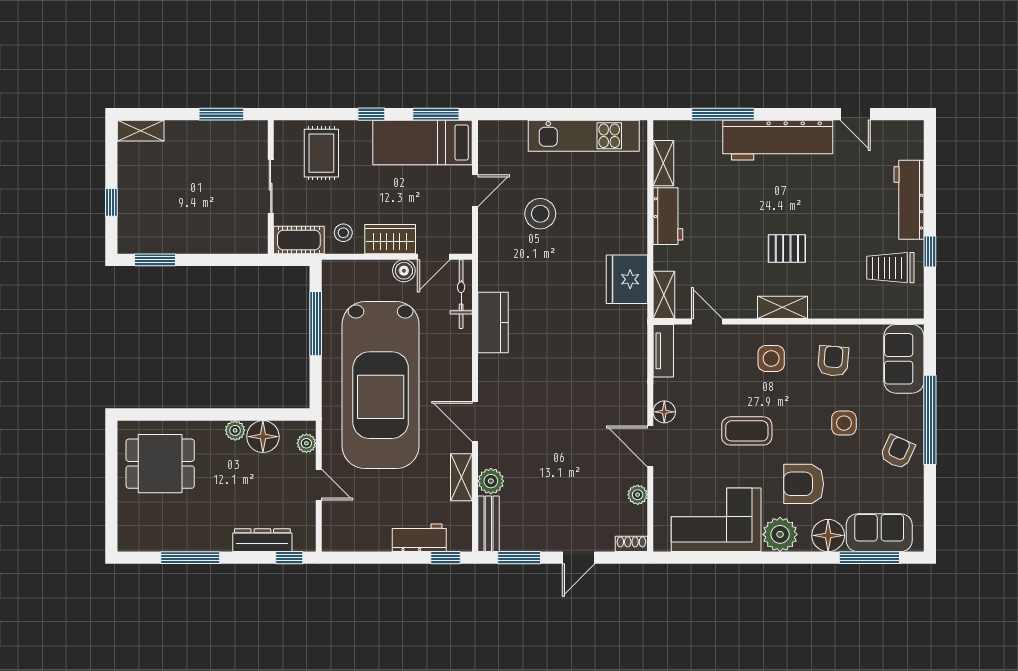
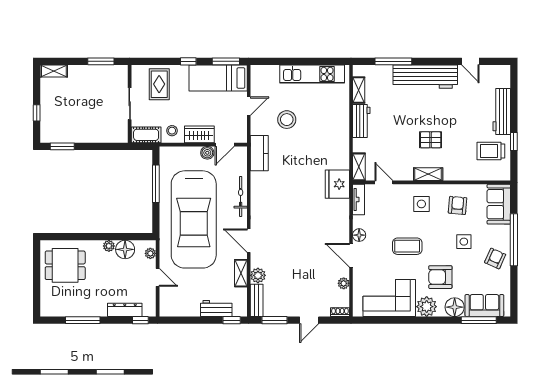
fridge: (627, 279) -> (337, 184), moved
bicycle: (461, 294) -> (241, 196), moved
kitchen counter: (493, 322) -> (259, 153), moved

